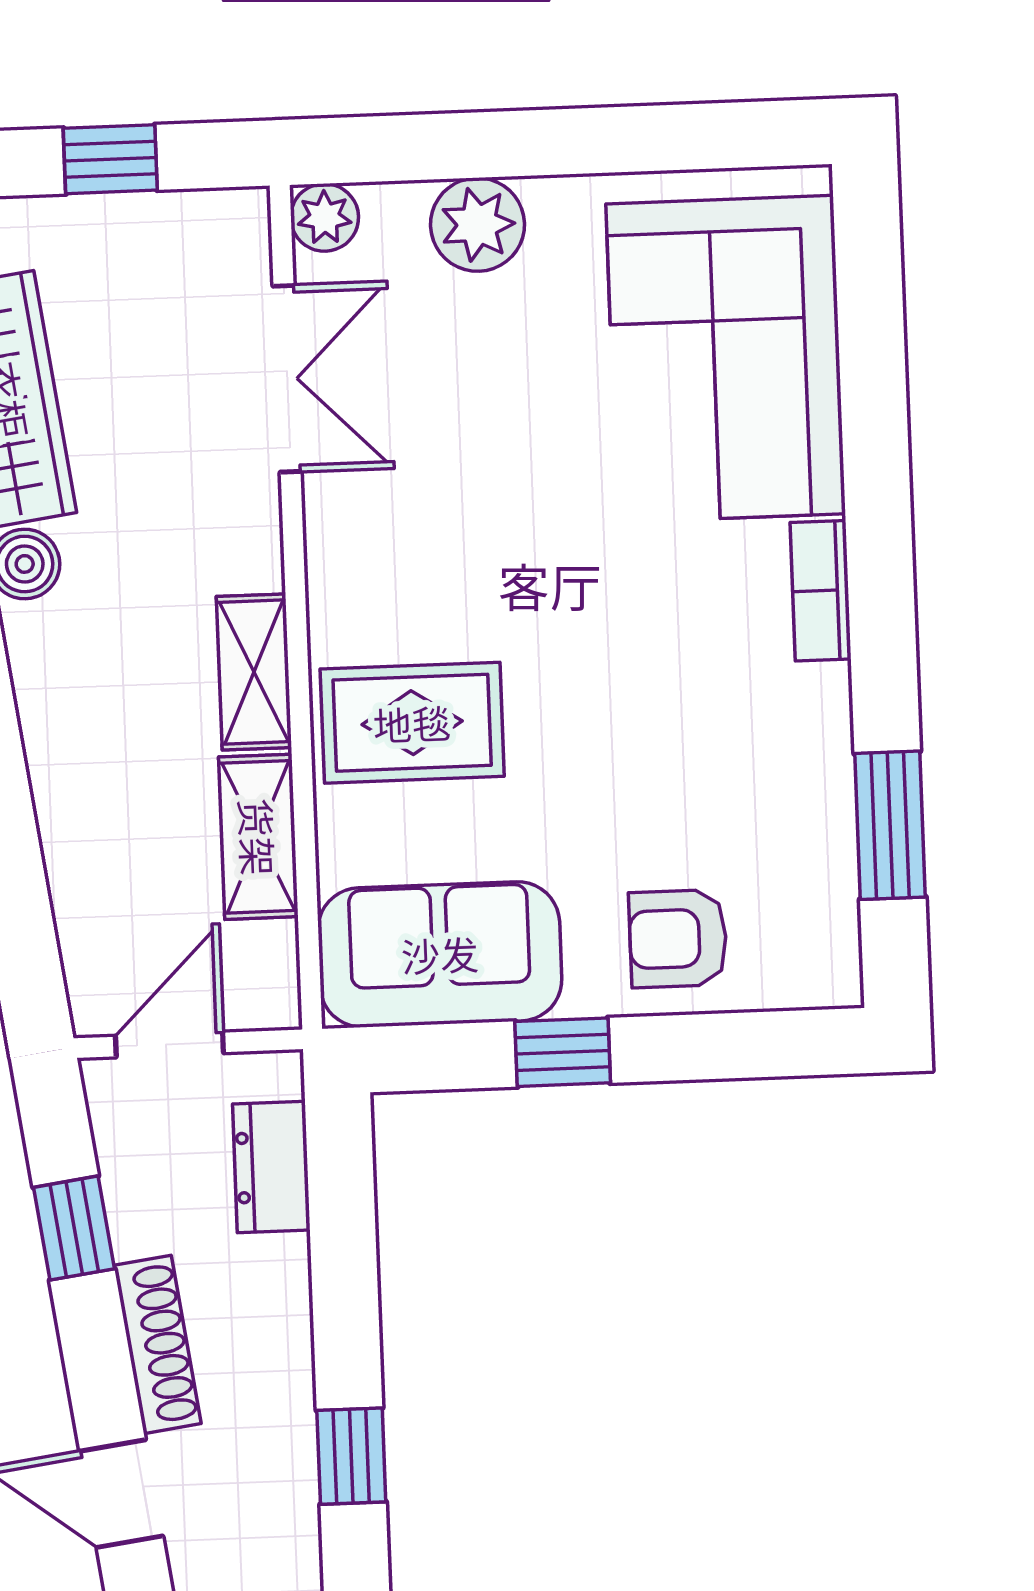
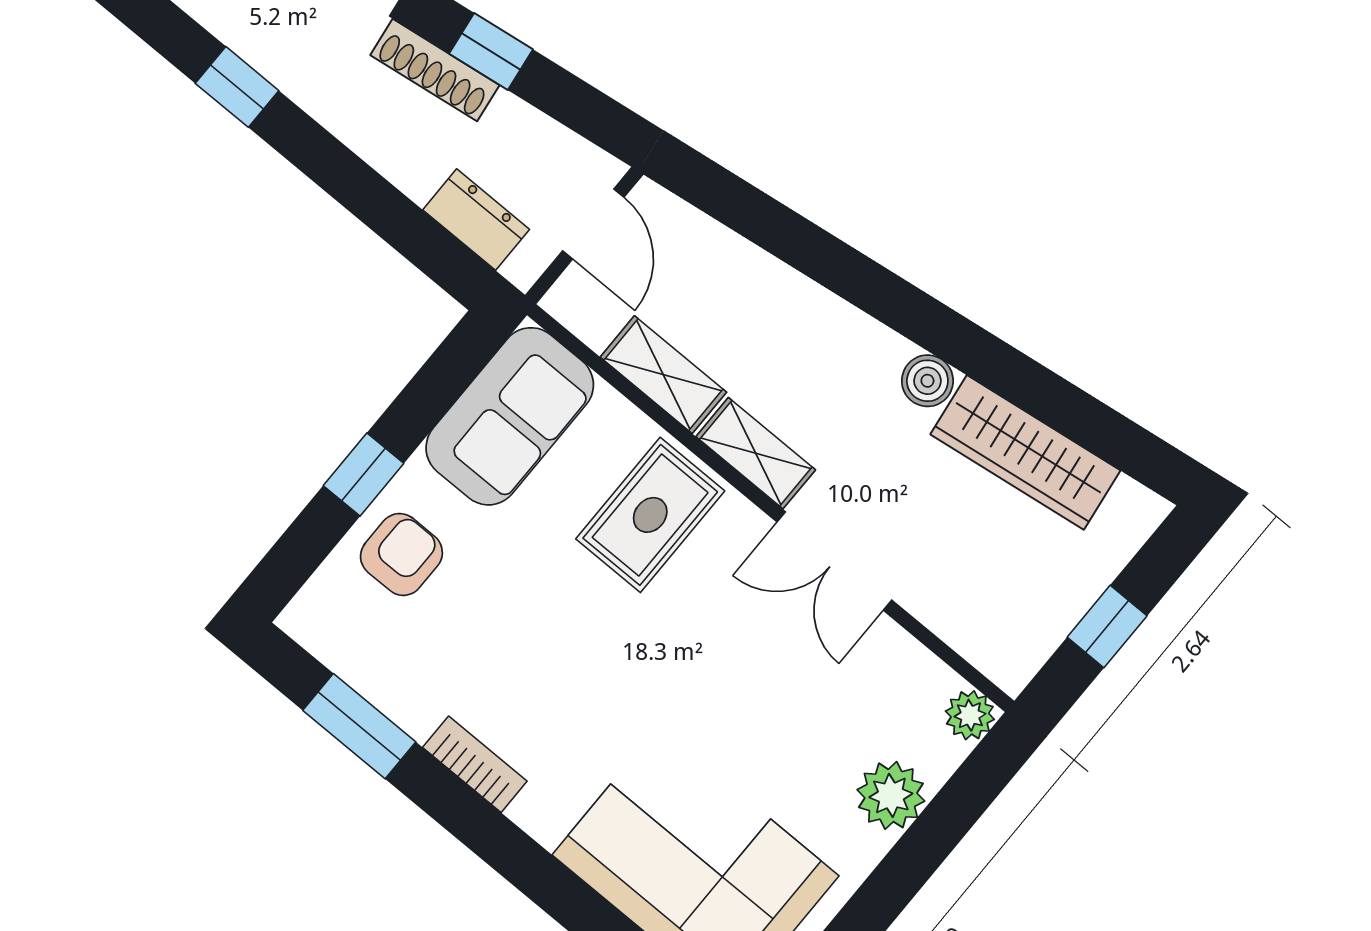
double door: (287, 379) -> (834, 561), moved
bookcase: (821, 591) -> (475, 764), moved
window: (563, 1052) -> (363, 474), moved
window: (74, 1228) -> (491, 51), moved
window: (351, 1456) -> (237, 87), moved

